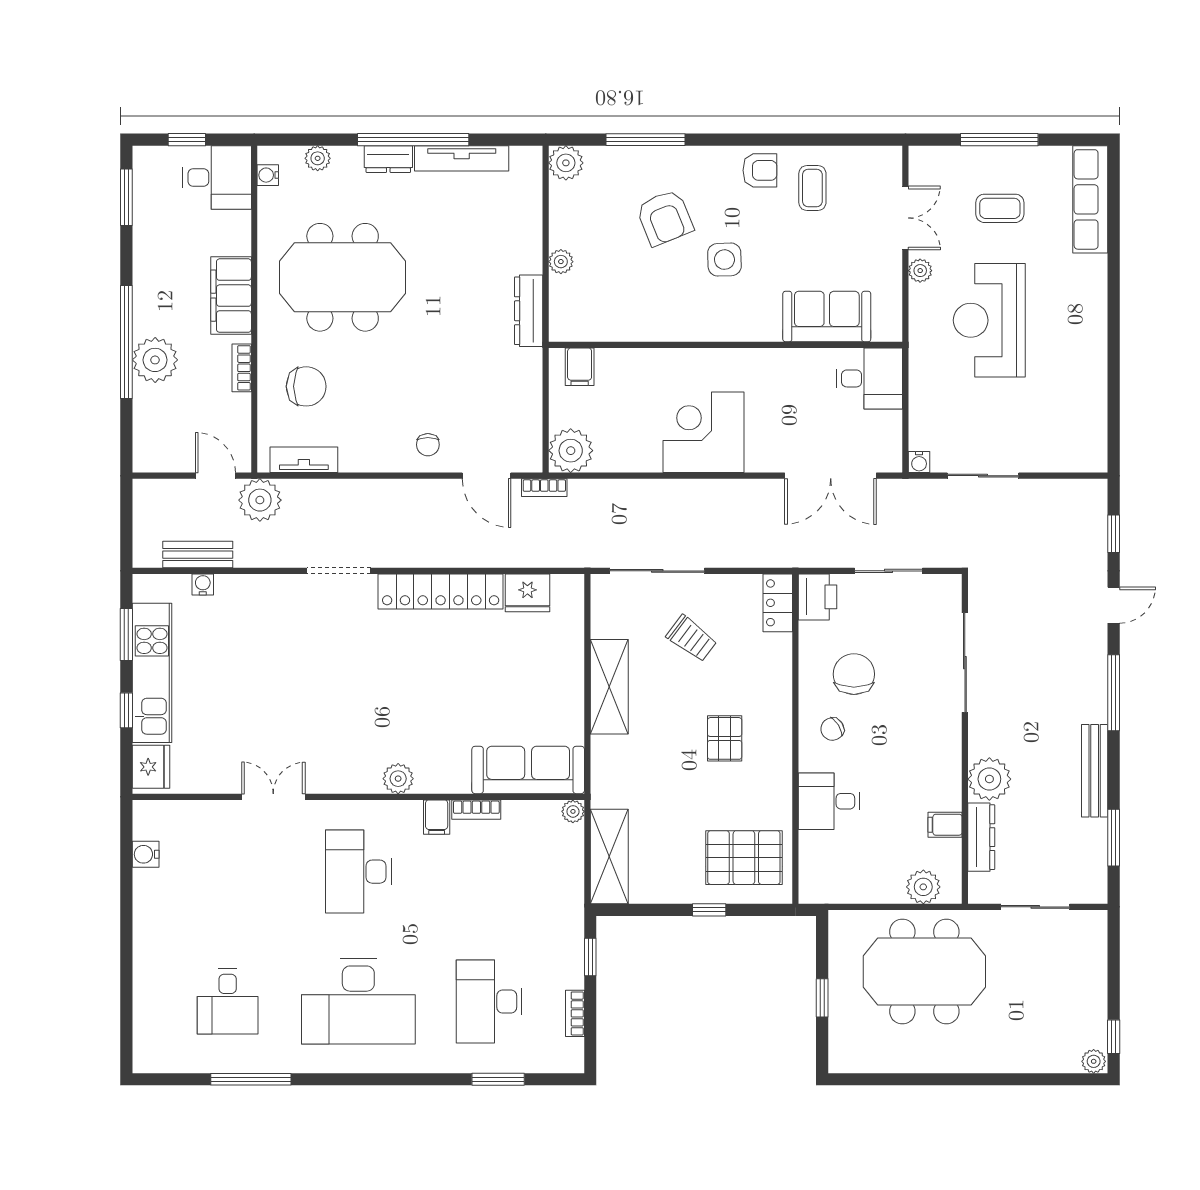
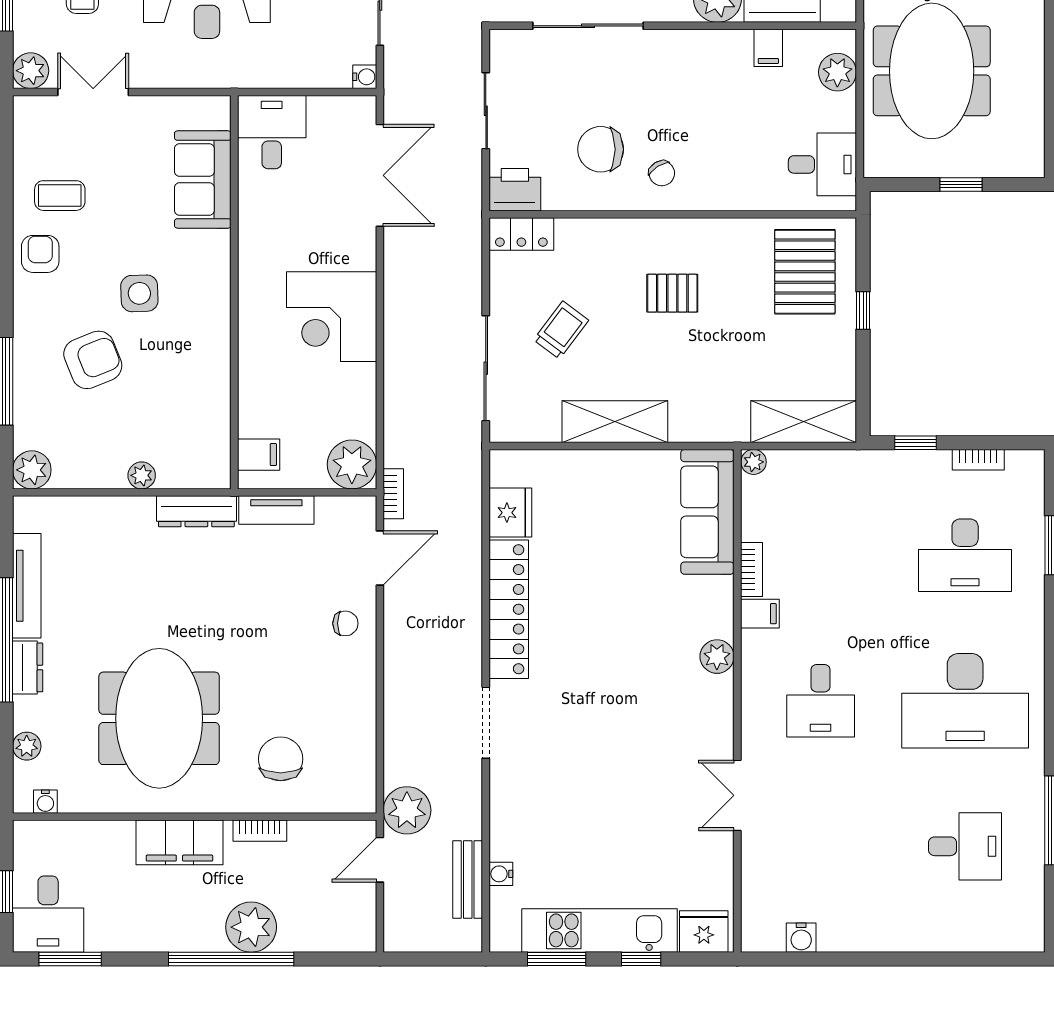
desk: (217, 178) -> (48, 914), moved, turned 180
plant: (920, 271) -> (31, 71), moved, width x1.38, depth x1.38
tv unit: (304, 460) -> (276, 510), moved, turned -90
desk: (829, 801) -> (822, 164), moved, turned -90
desk: (358, 872) -> (821, 701), width x0.73
desk: (358, 1002) -> (965, 701), turned 90

